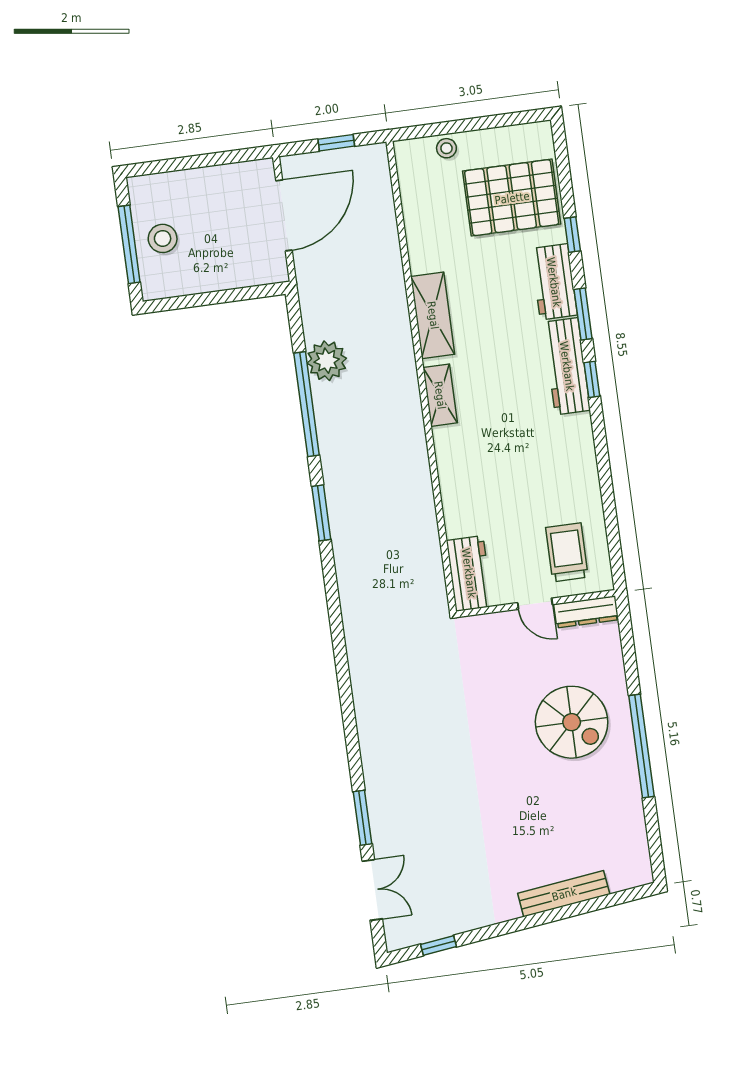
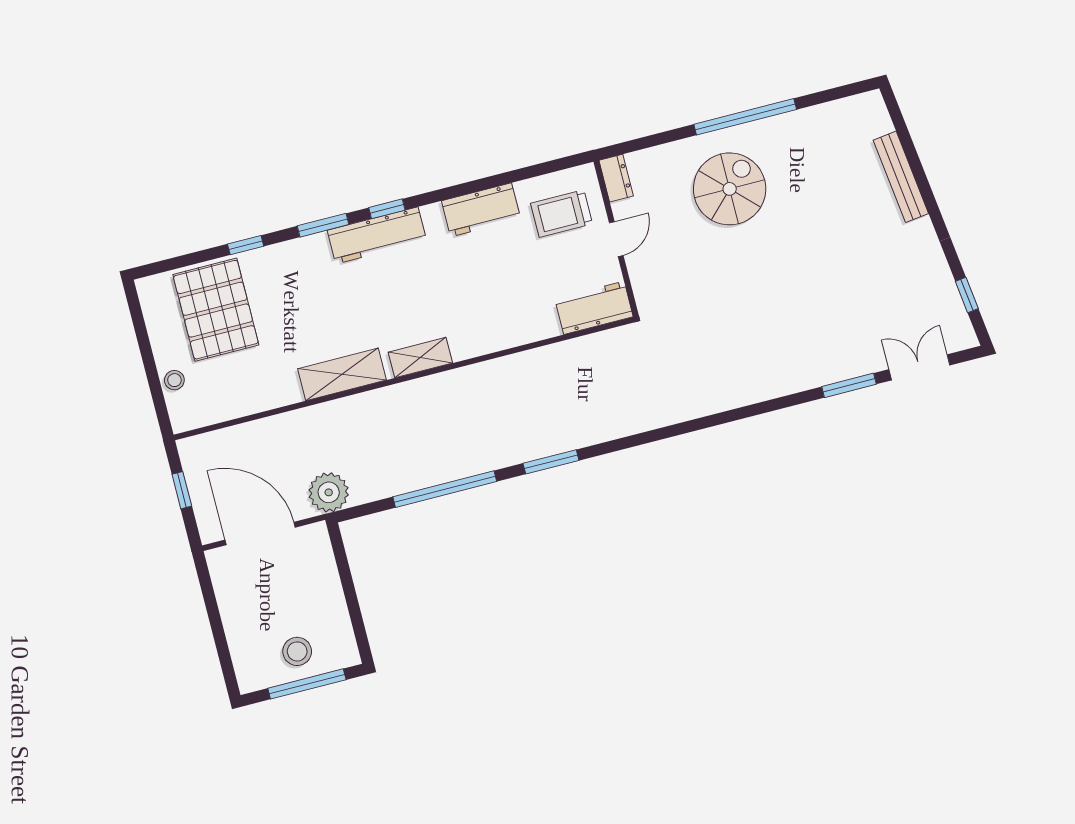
workbench: (554, 282) -> (481, 210), moved
plant: (327, 361) -> (329, 492), moved
dresser: (586, 612) -> (616, 178), width x0.70

